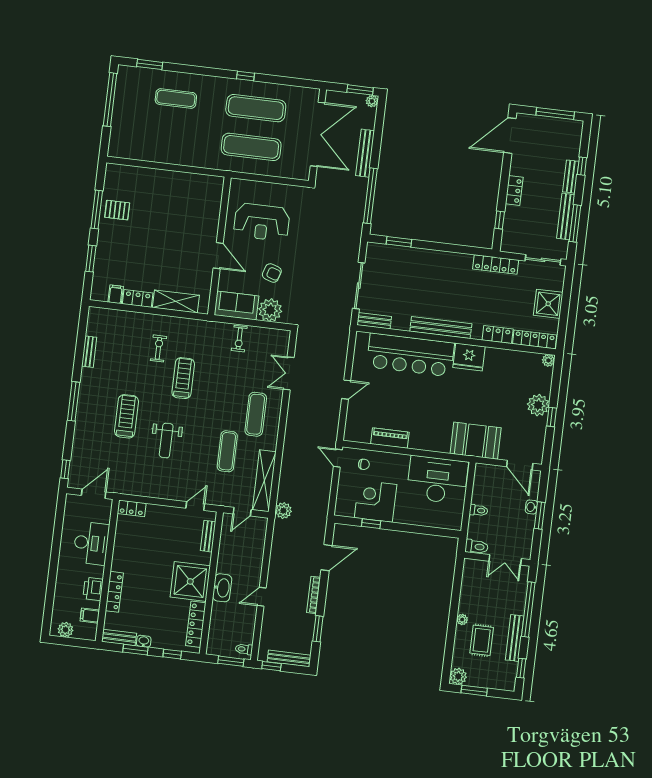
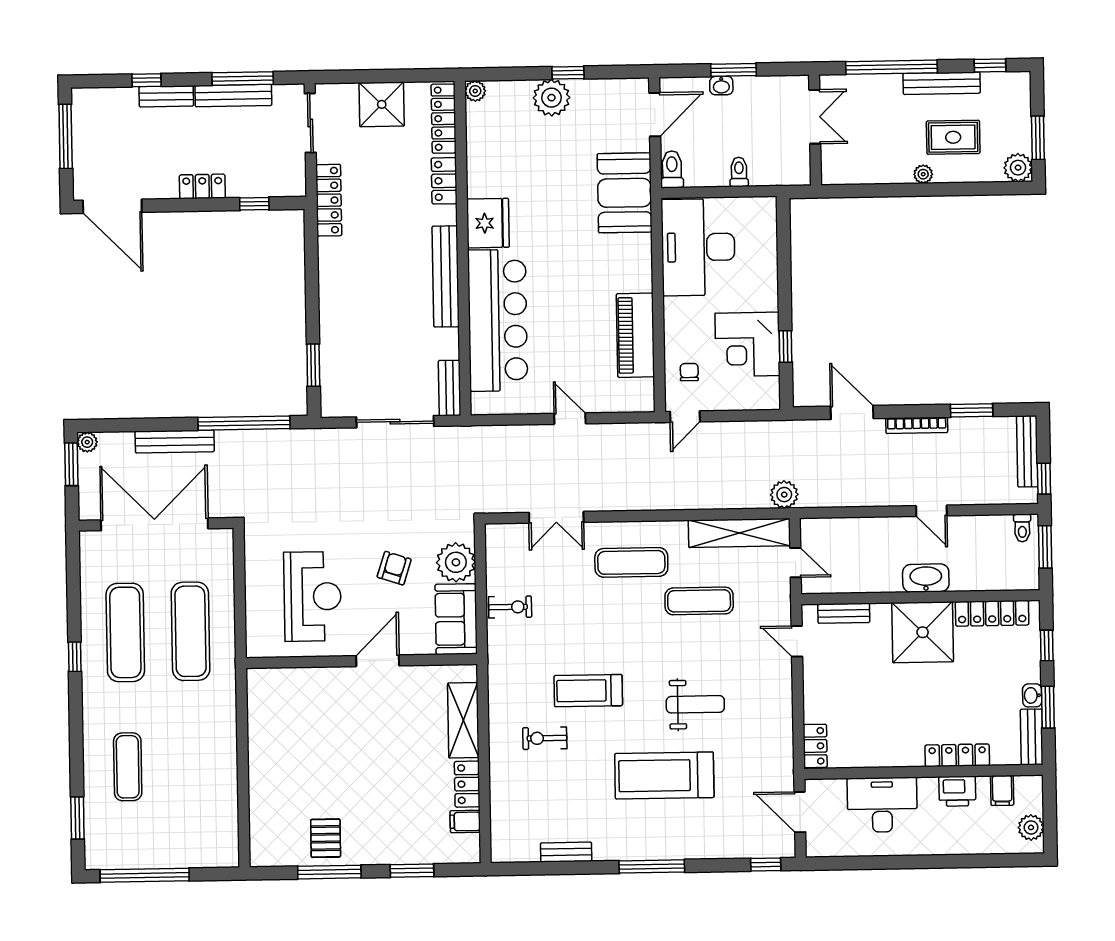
treadmill: (126, 416) -> (664, 775), width x1.37, depth x1.38
piano: (390, 438) -> (635, 335), width x1.37, depth x1.33
toilet: (476, 547) -> (672, 169), moved

